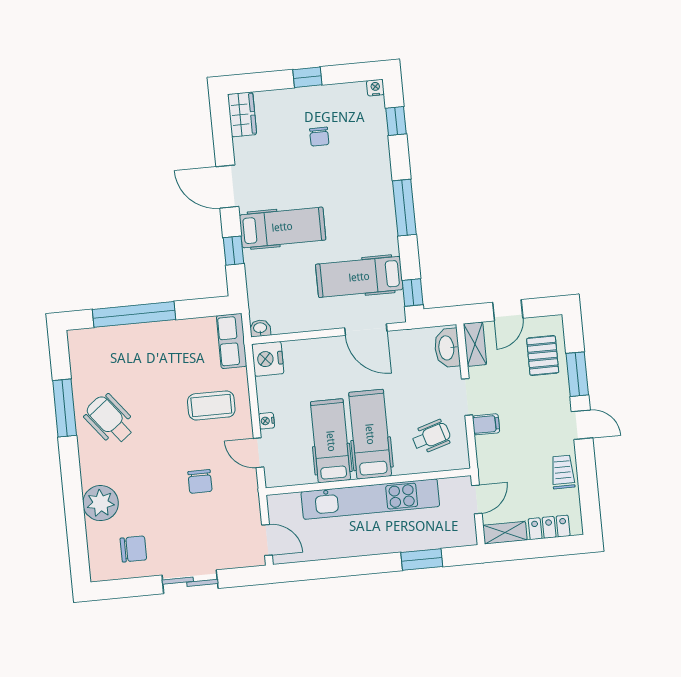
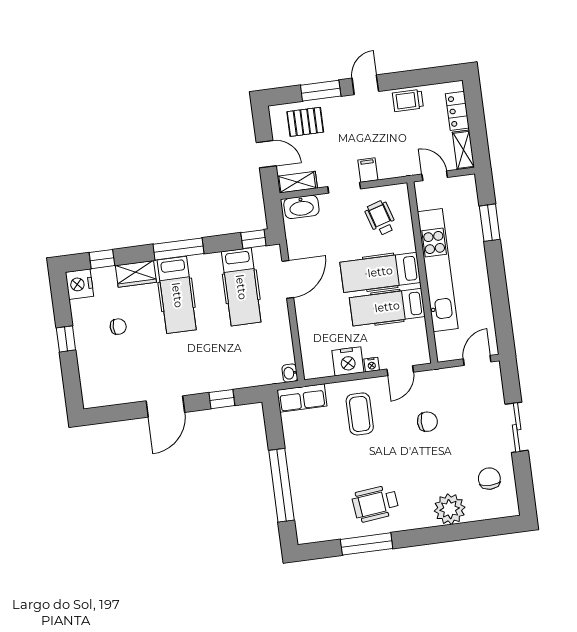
nightstand: (375, 88) -> (79, 284), width x1.89, depth x1.79
wardrobe: (242, 114) -> (136, 274), moved, turned 180
hospital bed: (282, 227) -> (177, 295), moved, turned 180
nightstand: (268, 359) -> (348, 361), moved
wheelchair: (110, 420) -> (375, 504), turned 32

